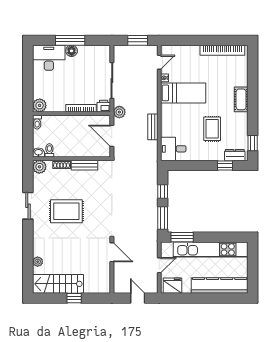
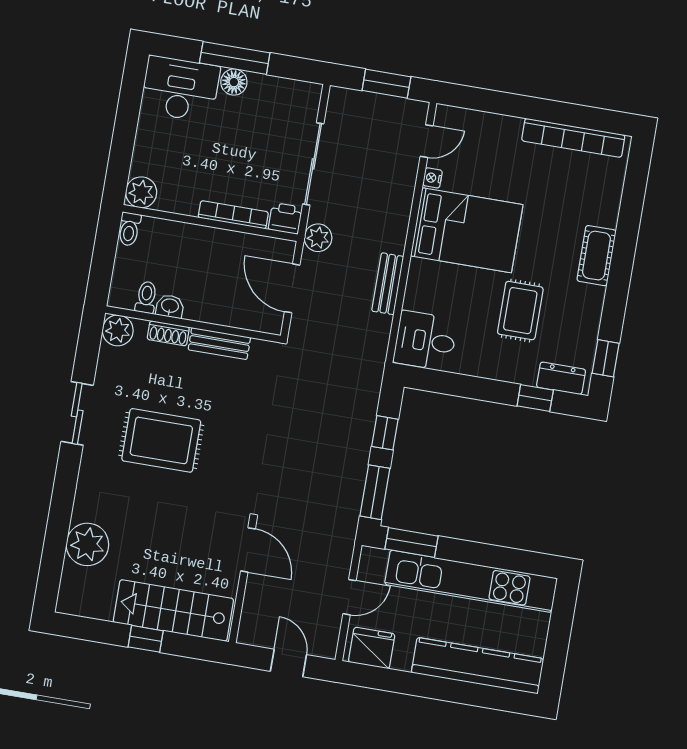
bed: (183, 93) -> (467, 230), width x1.50
washbasin: (38, 153) -> (170, 306), moved
plant: (38, 262) -> (87, 544), width x1.88, depth x1.88
stairs: (58, 284) -> (173, 610), moved

